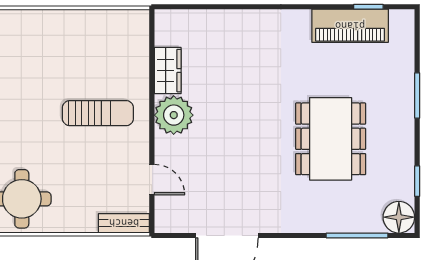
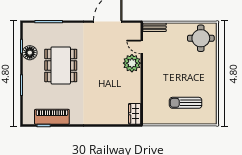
wardrobe: (168, 71) -> (135, 114), moved
sun lounger: (98, 113) -> (186, 103), moved
plant: (174, 115) -> (132, 63), moved
floor lamp: (399, 217) -> (30, 53), moved

